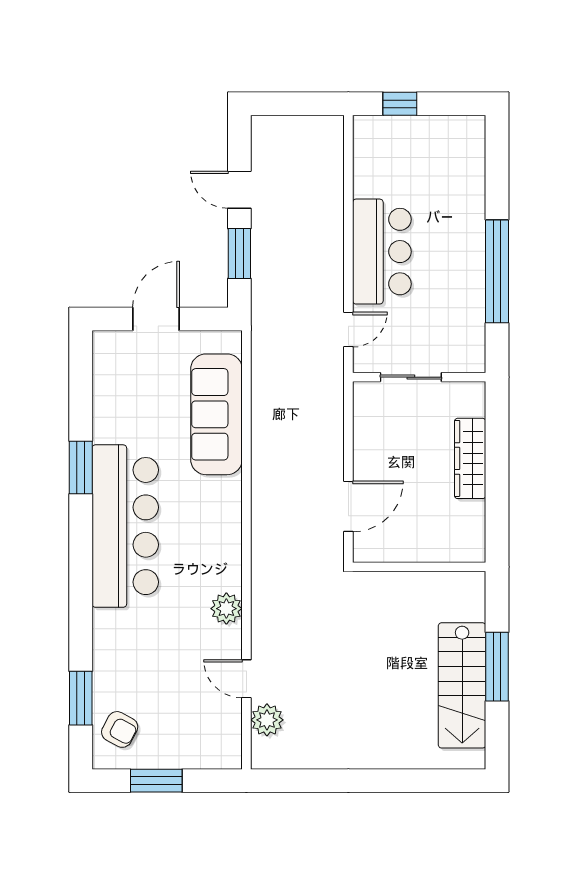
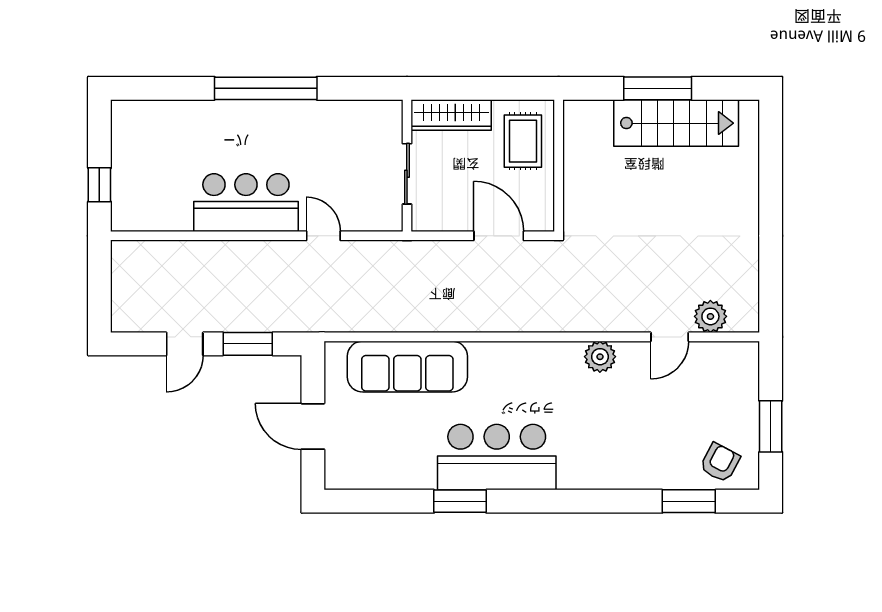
sliding door: (411, 377) -> (407, 174), moved
wall: (419, 377) -> (407, 166), moved
bar counter: (125, 526) -> (497, 457), width x0.73
rug: (444, 531) -> (523, 141), added

